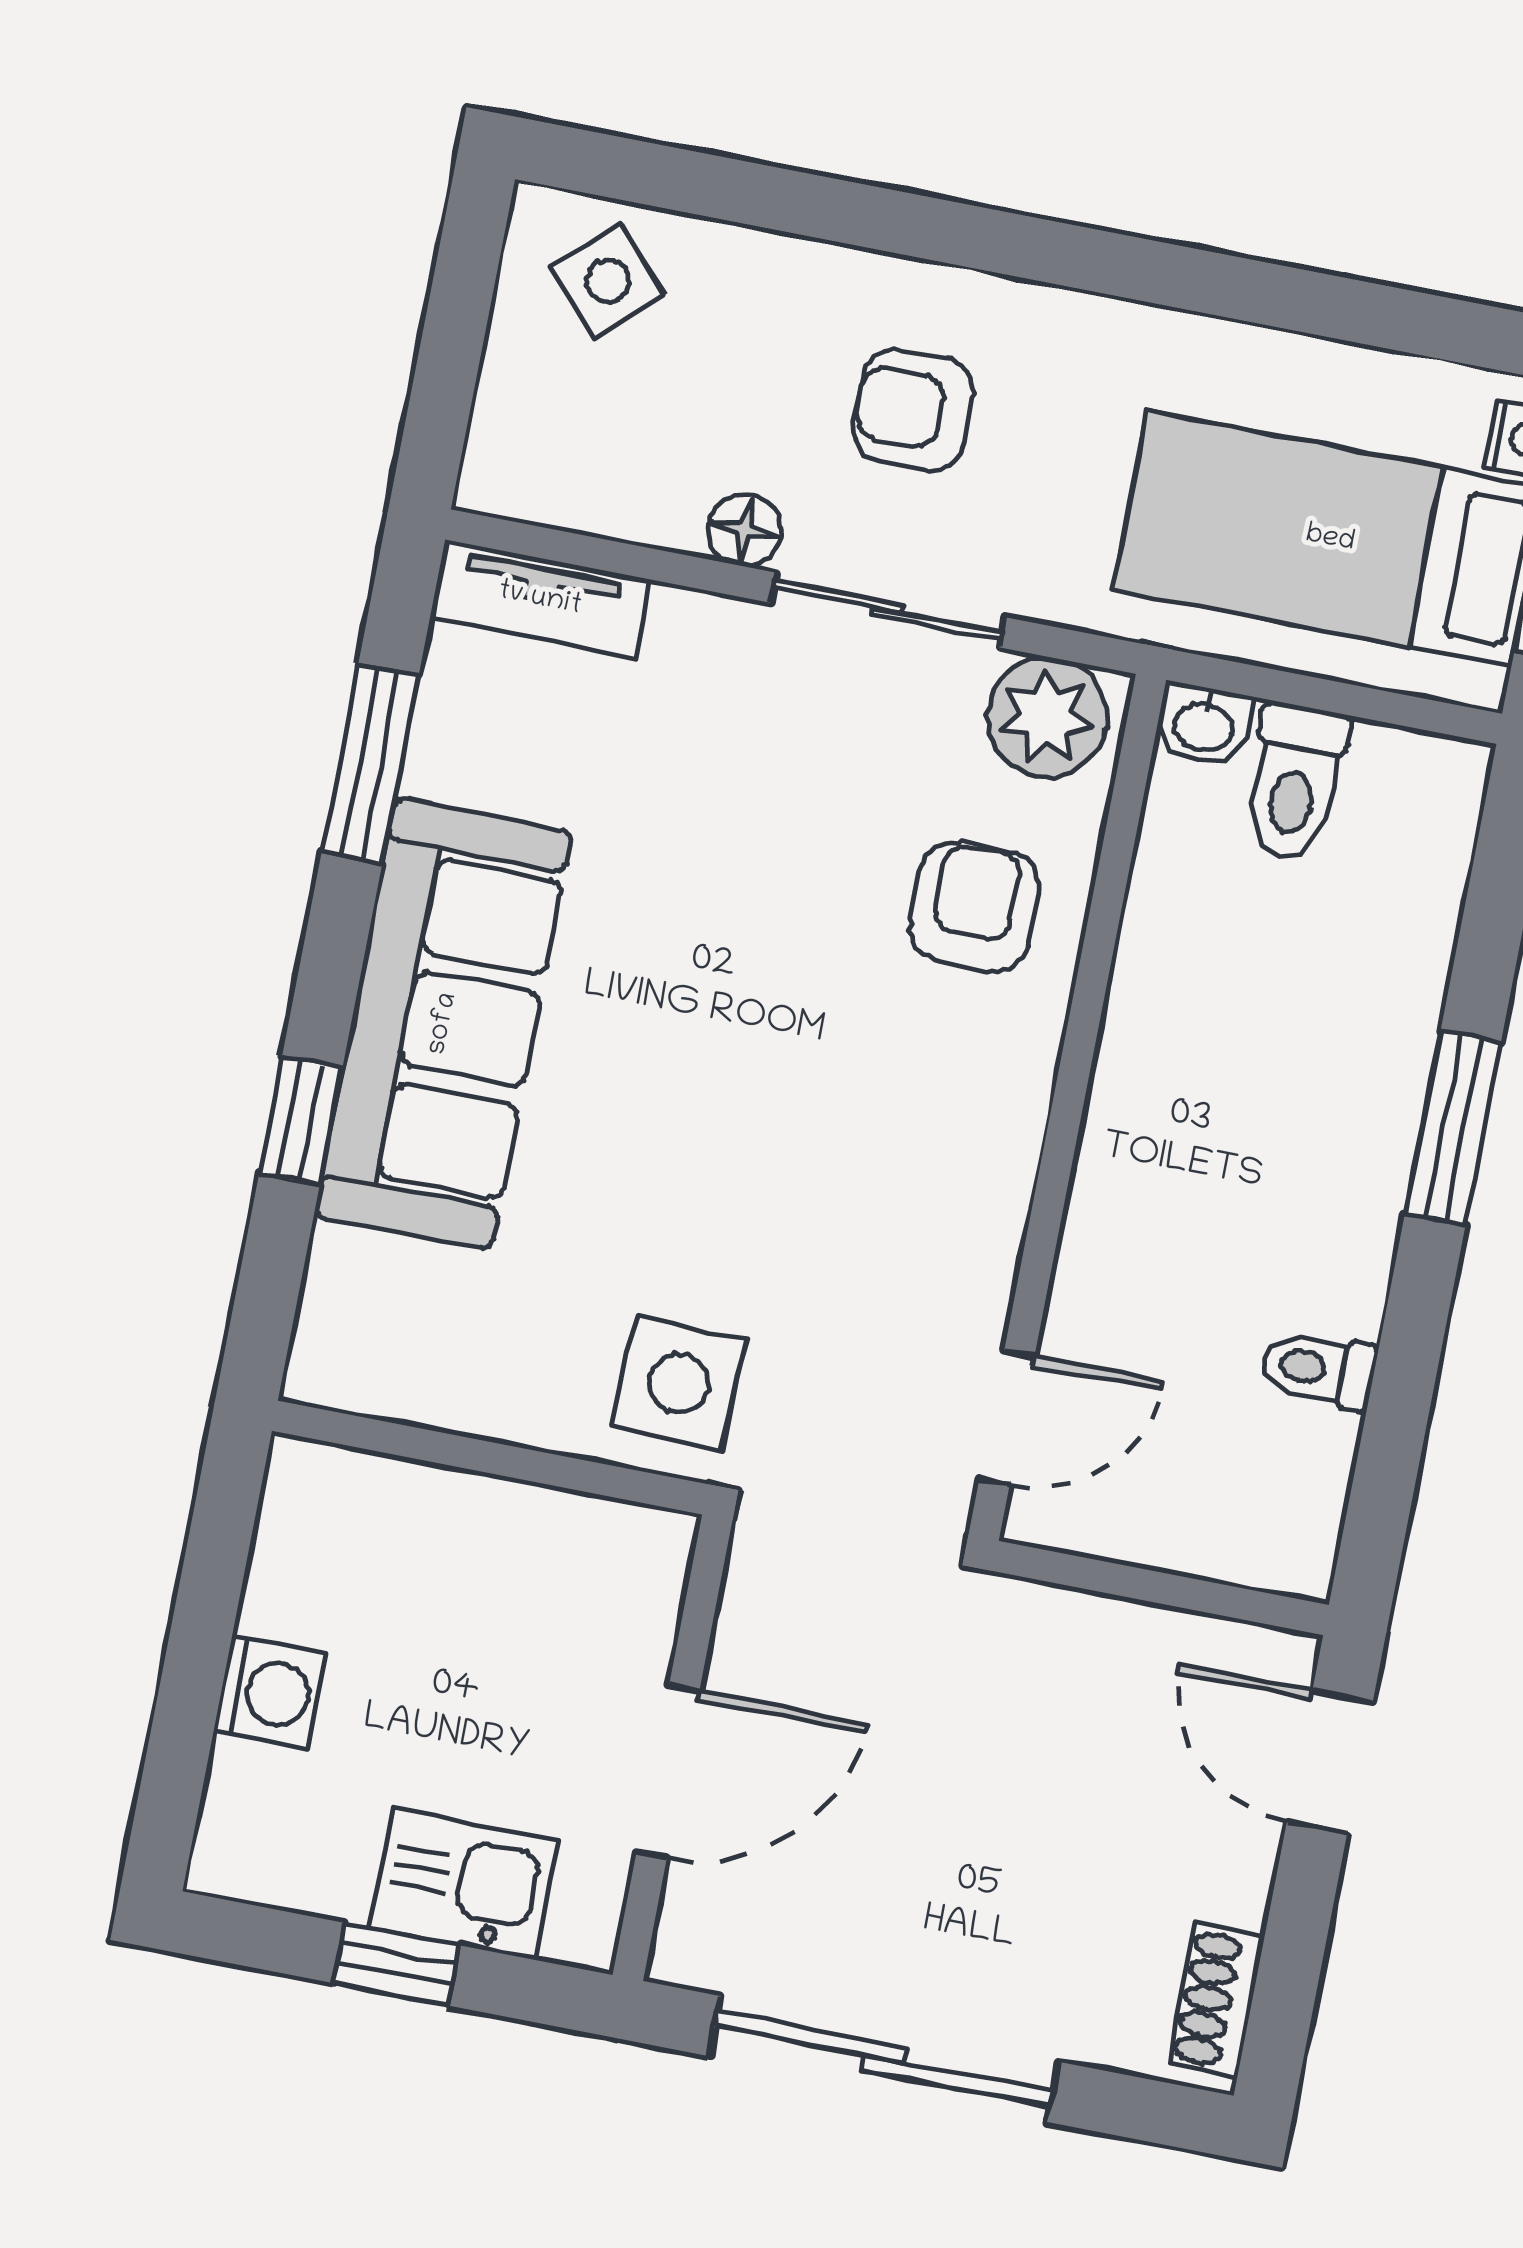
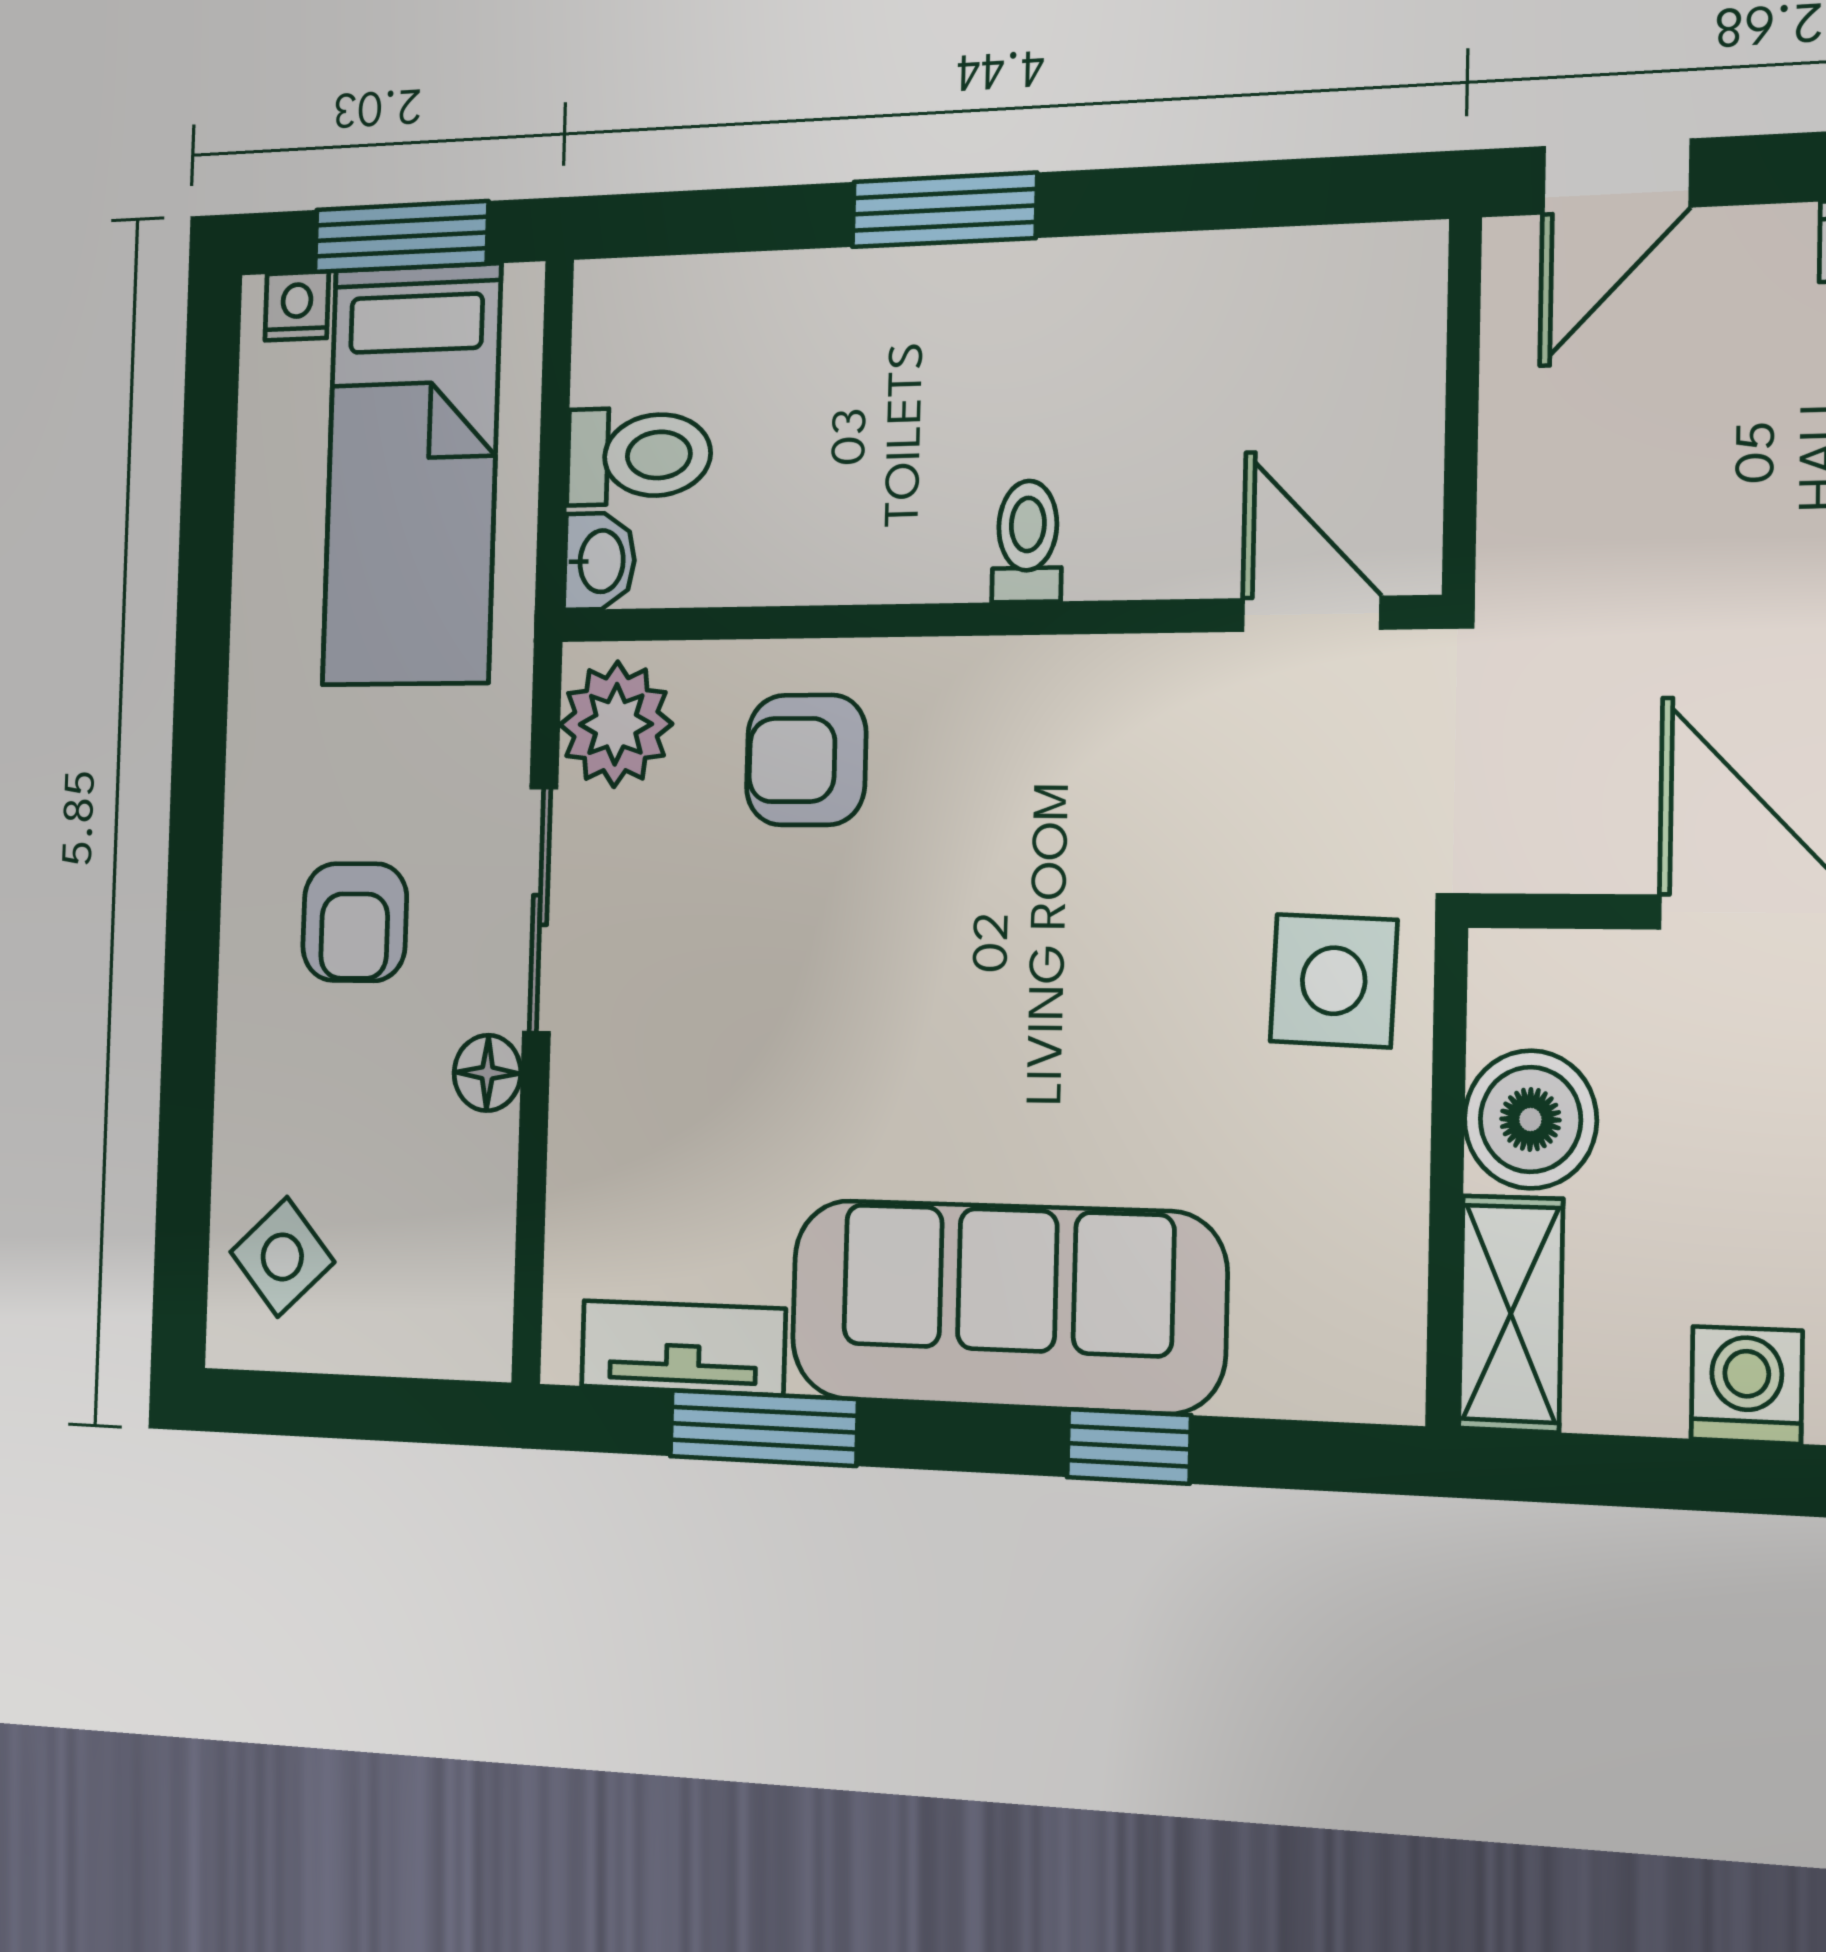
tv unit: (540, 599) -> (683, 1348), moved, turned -90
toilet: (1318, 1369) -> (1027, 541), moved, turned 180
shelving: (363, 1495) -> (1511, 1314), added
boiler: (527, 1542) -> (1530, 1119), added

